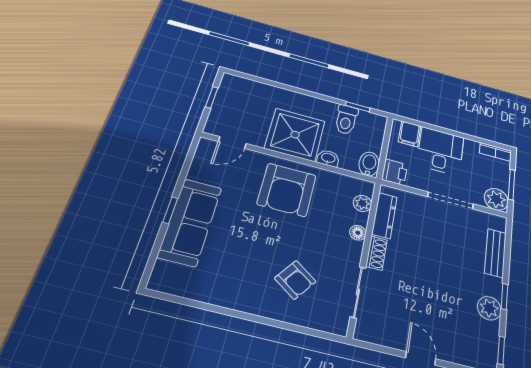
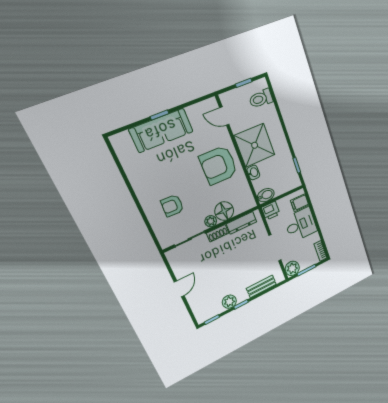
toilet: (346, 120) -> (261, 99), moved
plant: (362, 203) -> (211, 221), moved
floor lamp: (358, 233) -> (224, 211), width x1.89, depth x1.89
armchair: (295, 280) -> (172, 206), turned 57

